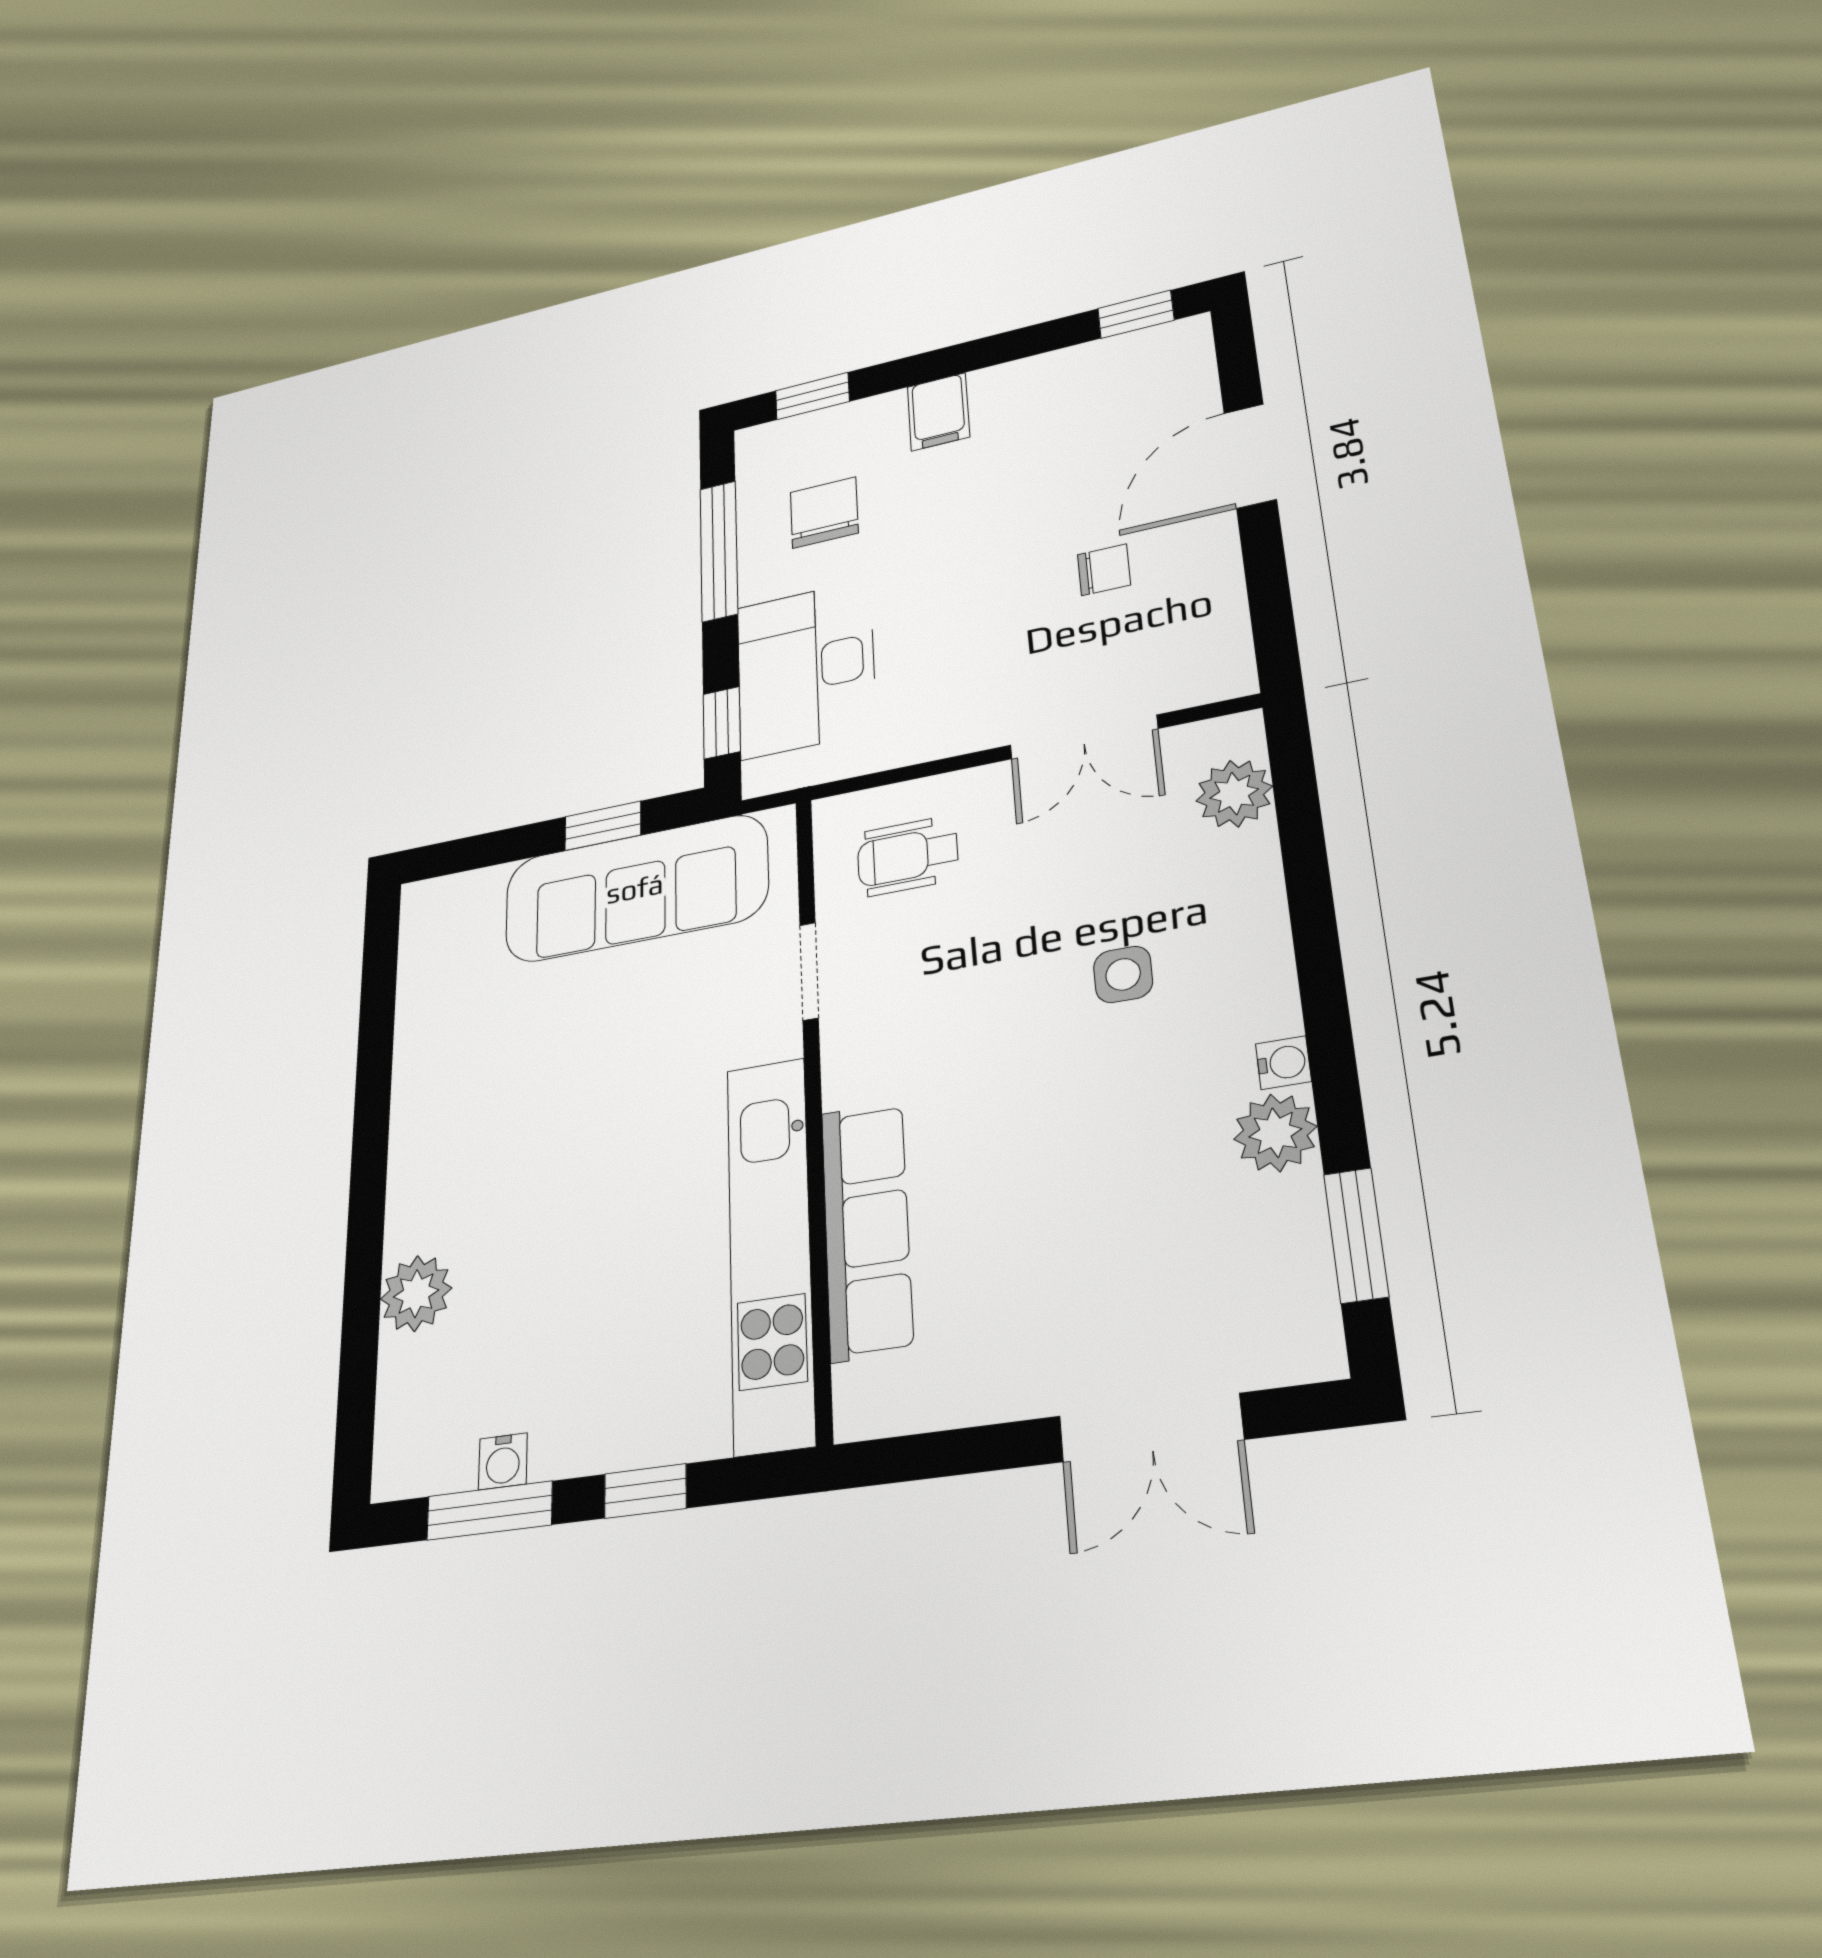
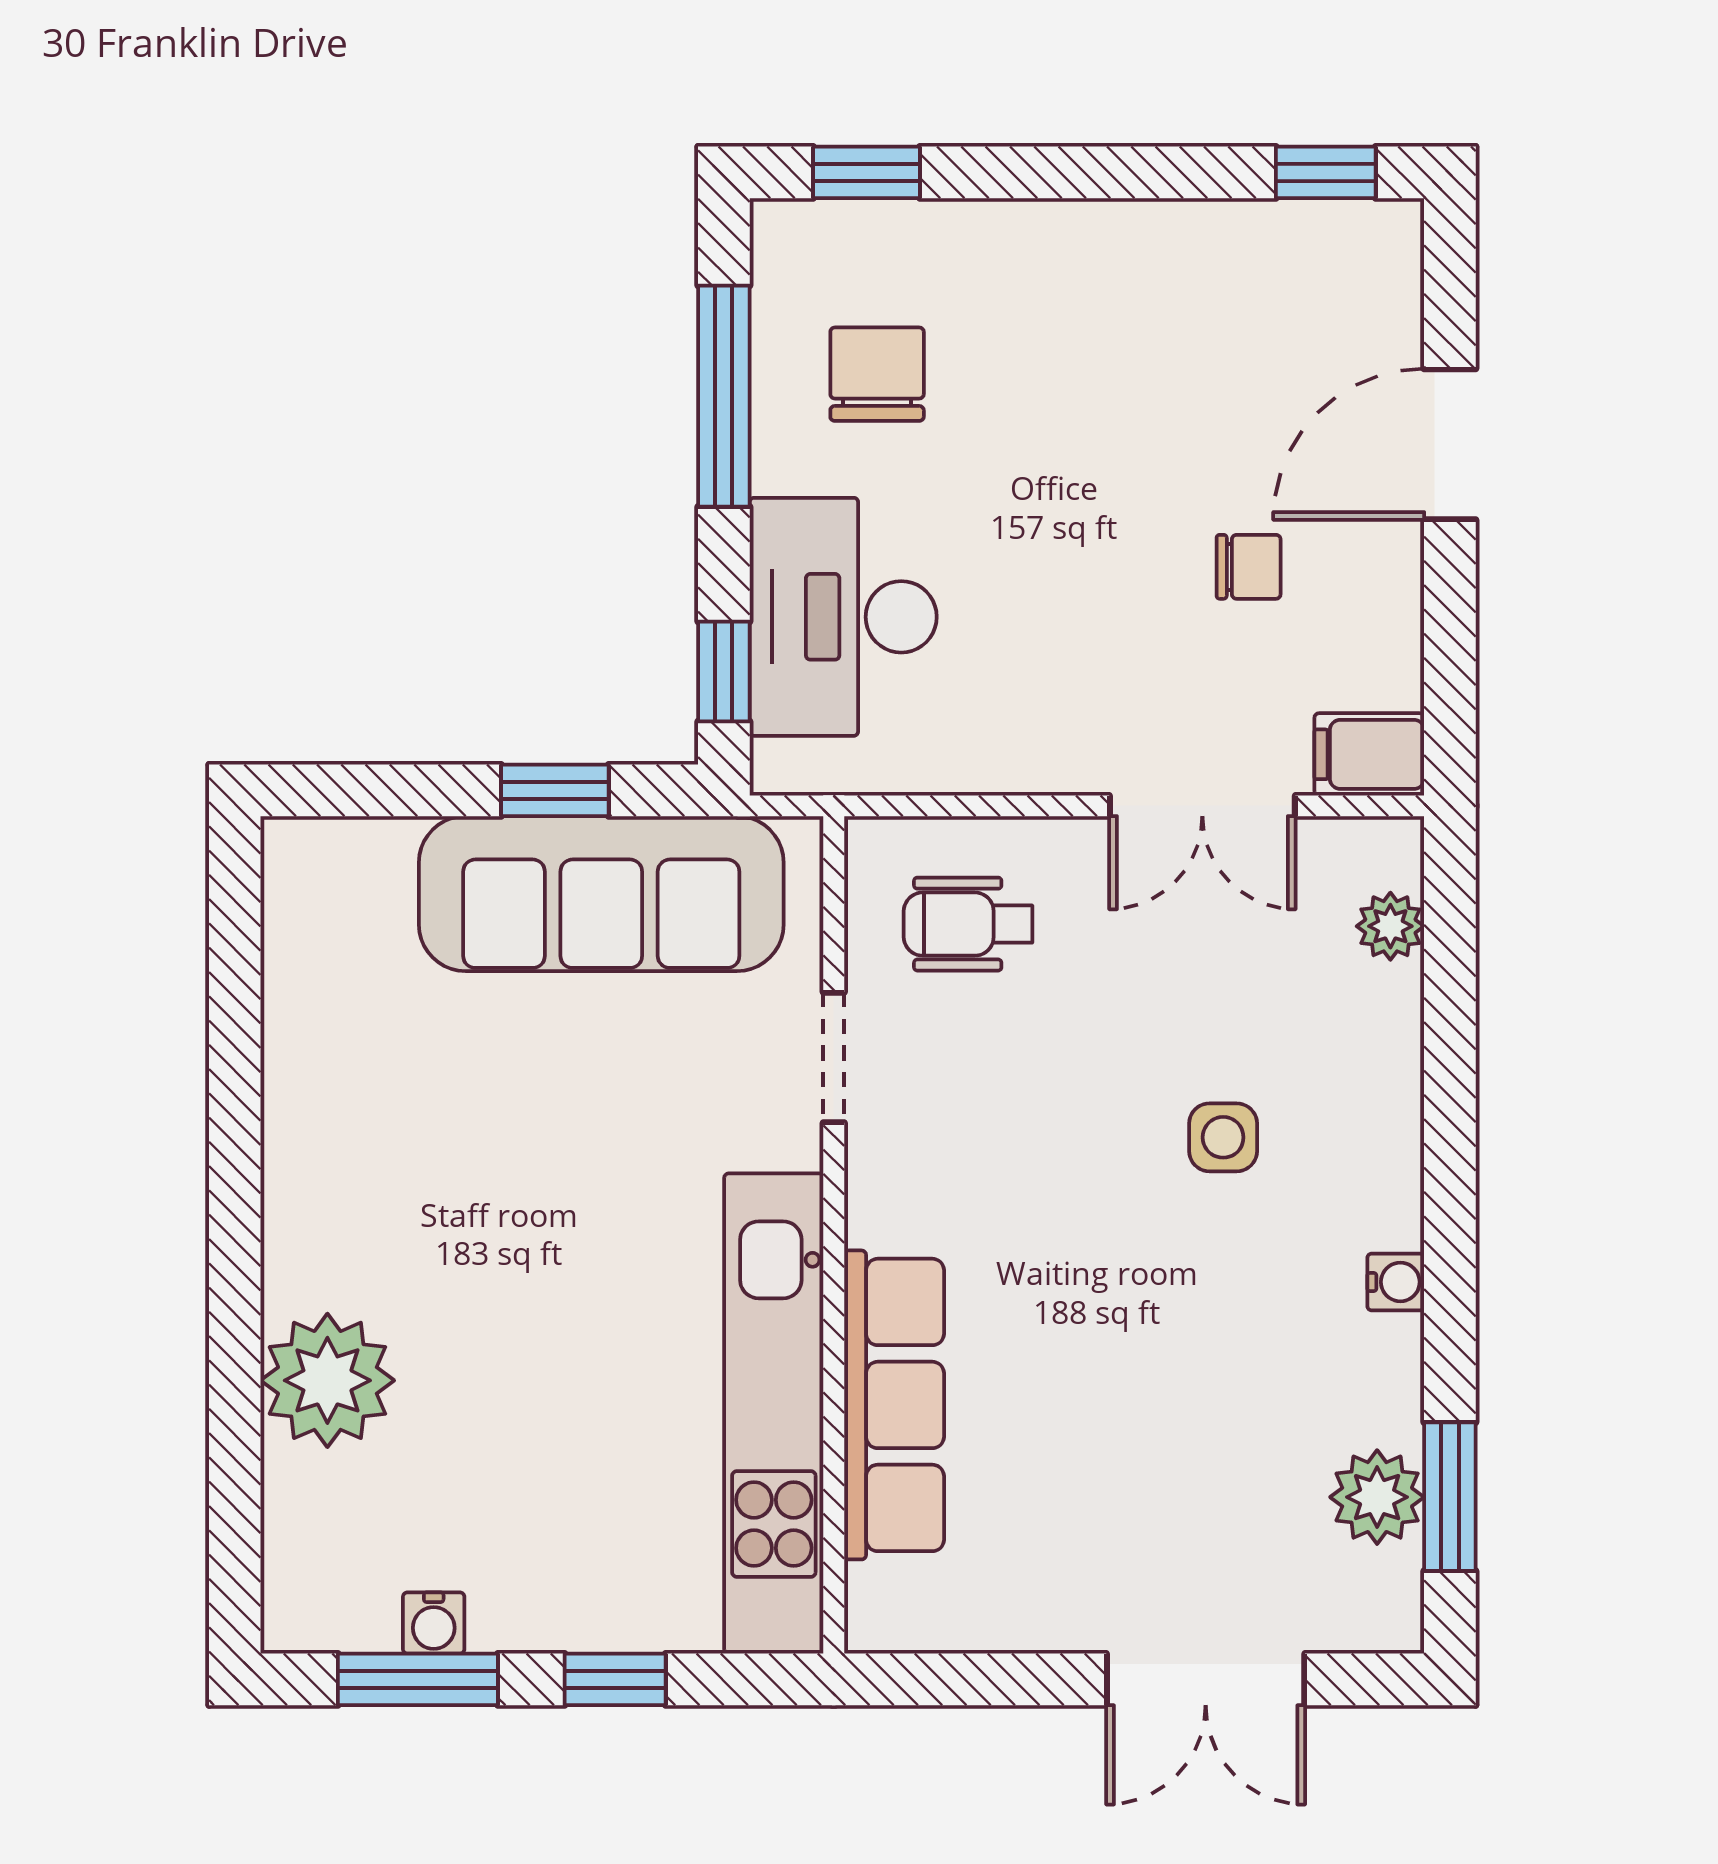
filing cabinet: (938, 412) -> (1369, 754), moved, turned 90
plant: (1234, 794) -> (1390, 926), width x0.73, depth x0.73
plant: (1275, 1133) -> (1377, 1497), moved
plant: (416, 1294) -> (327, 1380), width x1.36, depth x1.36

